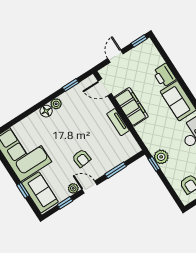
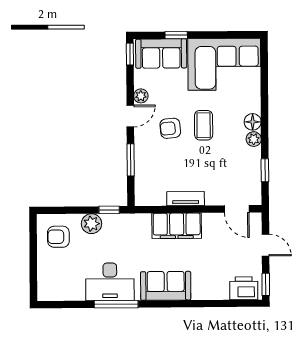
printer: (164, 75) -> (244, 288), moved
door: (105, 87) -> (237, 209), swing flipped
filing cabinet: (131, 107) -> (177, 226), moved
coffee table: (67, 139) -> (204, 125), added
plant: (161, 157) -> (92, 224), moved
window: (65, 203) -> (130, 54), moved

